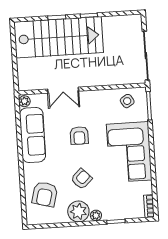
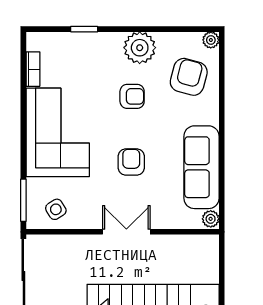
double door: (63, 90) -> (126, 232), moved
armchair: (81, 179) -> (132, 96), turned -136
bookcase: (149, 206) -> (33, 69), moved
plant: (96, 215) -> (211, 40), moved

